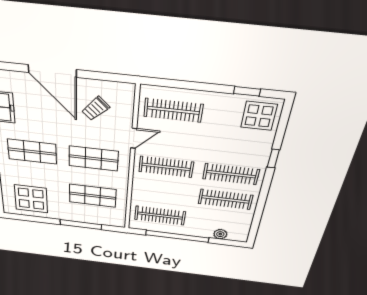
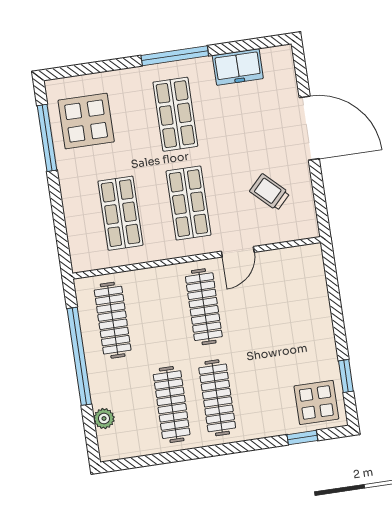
door: (52, 71) -> (309, 128), swing flipped
clothes rail: (173, 110) -> (295, 293), removed
door: (134, 138) -> (238, 252), hinge flipped
window: (273, 158) -> (302, 438), moved
window: (81, 225) -> (47, 138), moved

